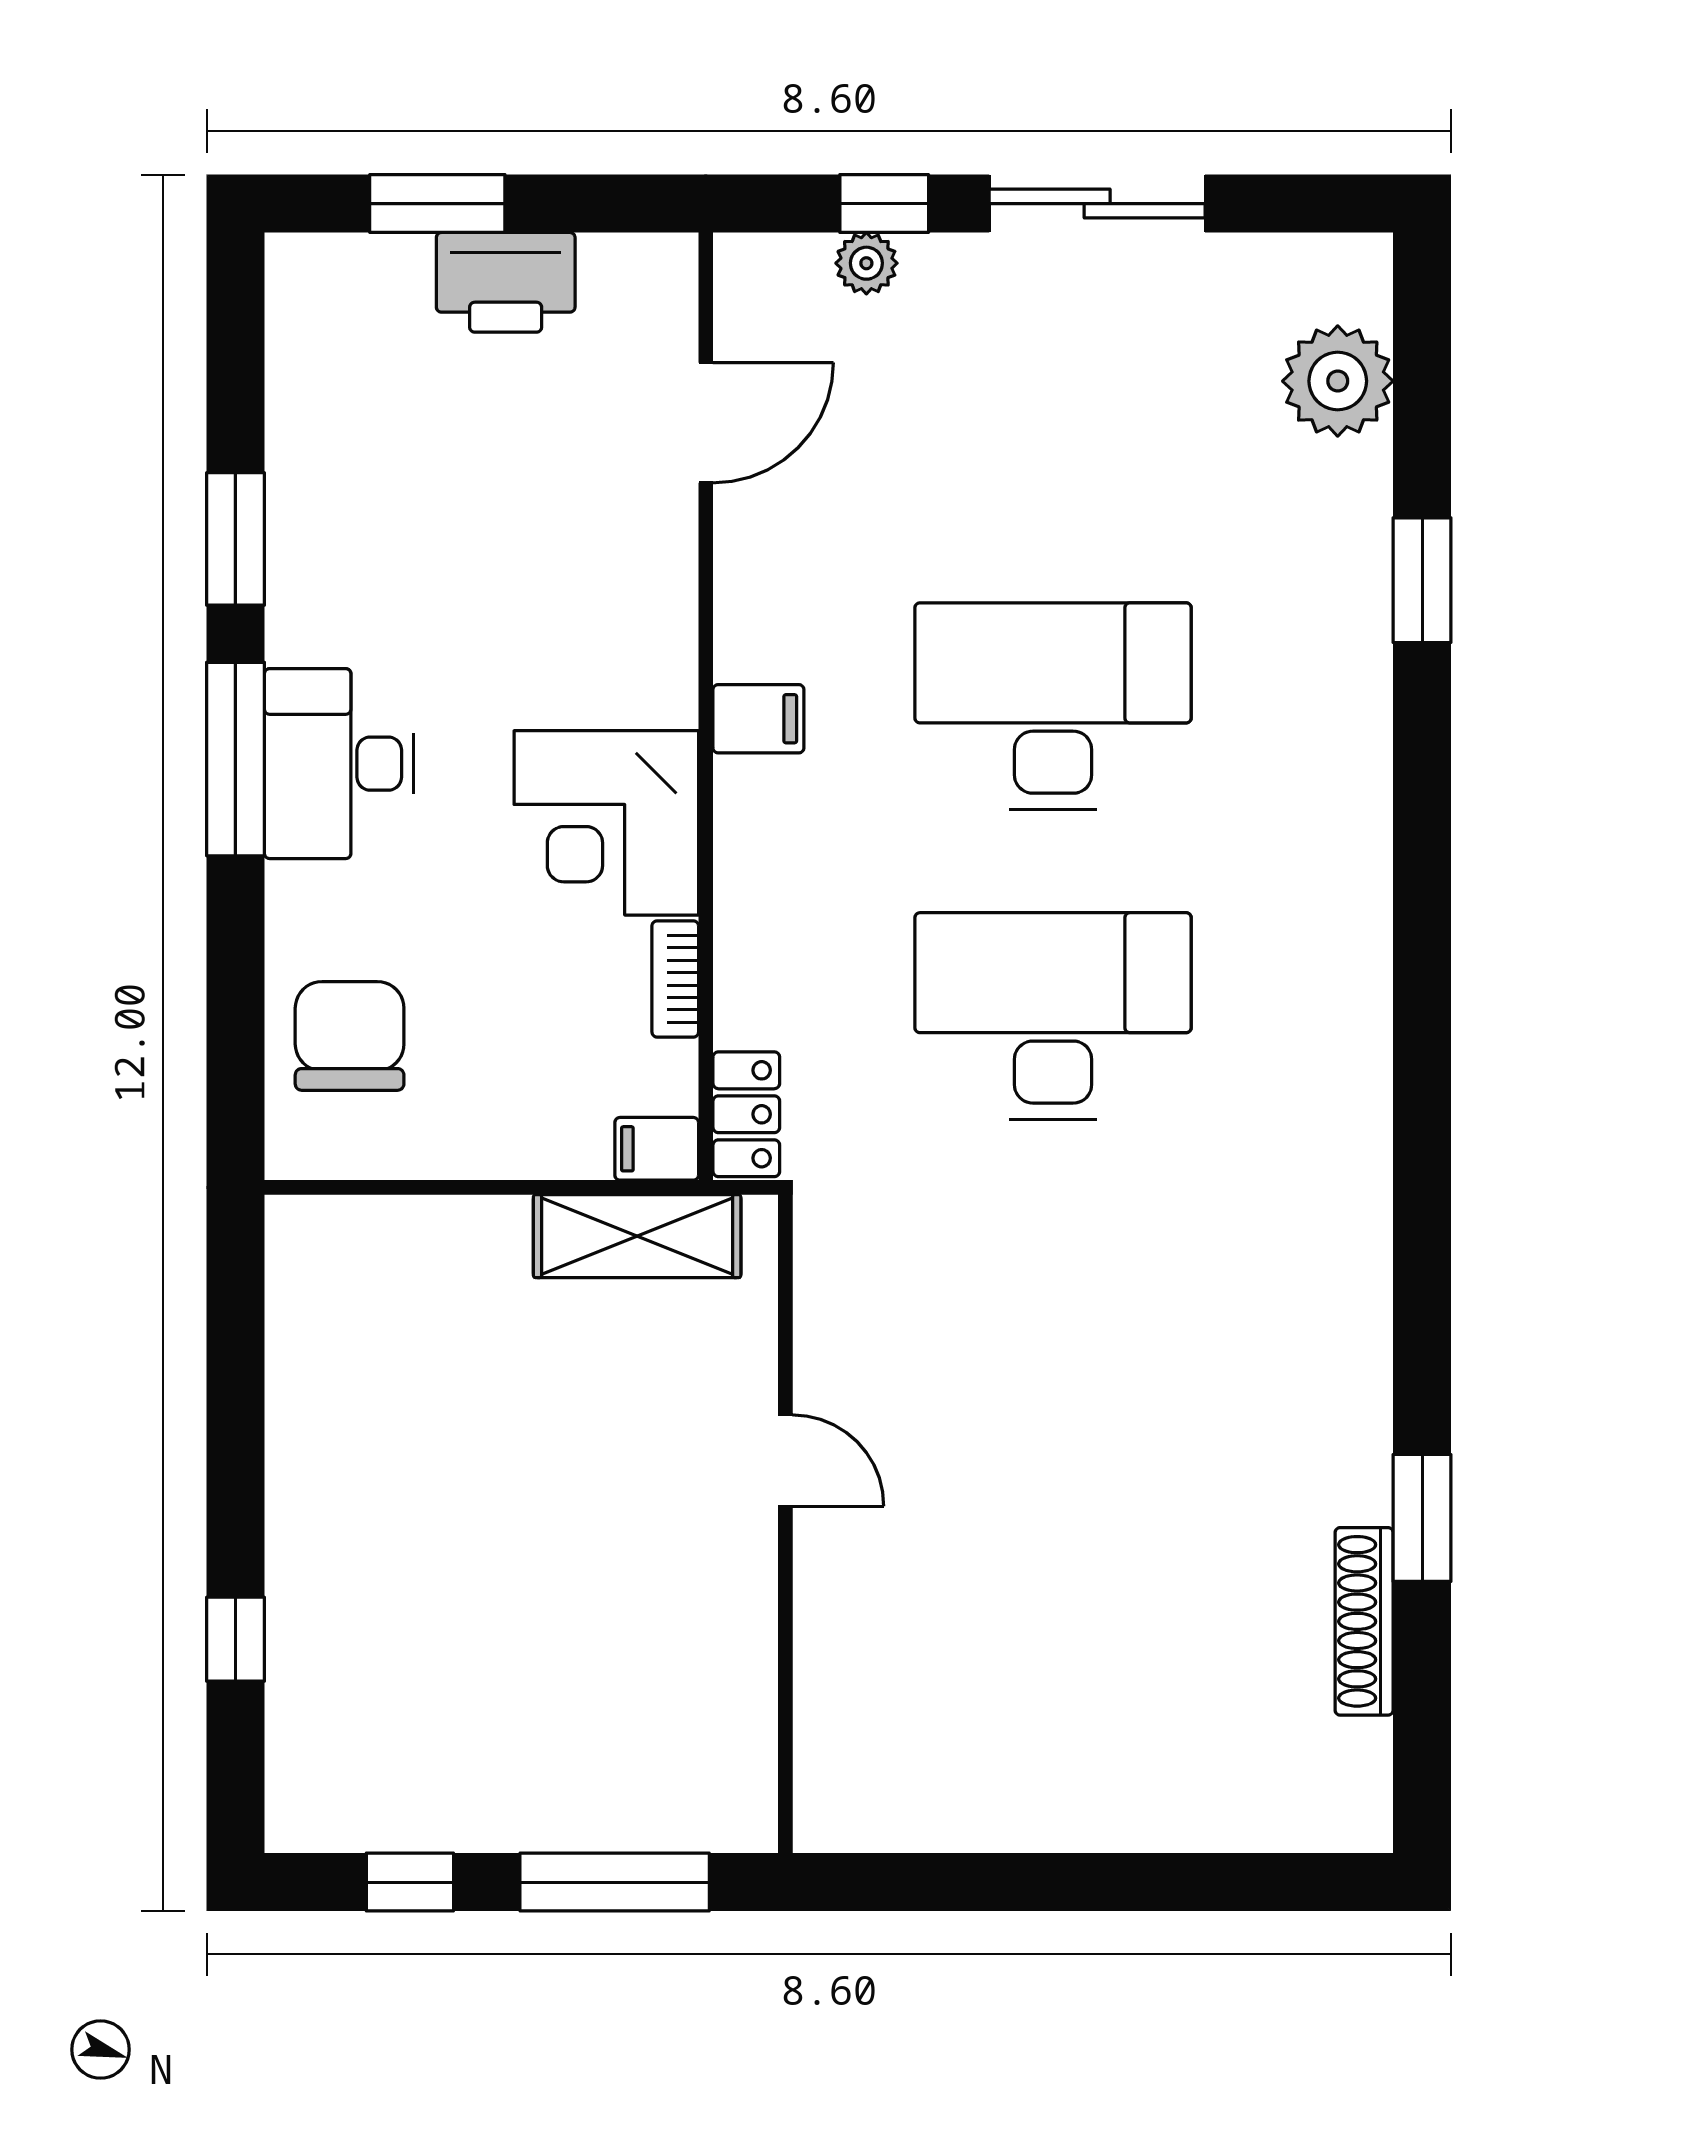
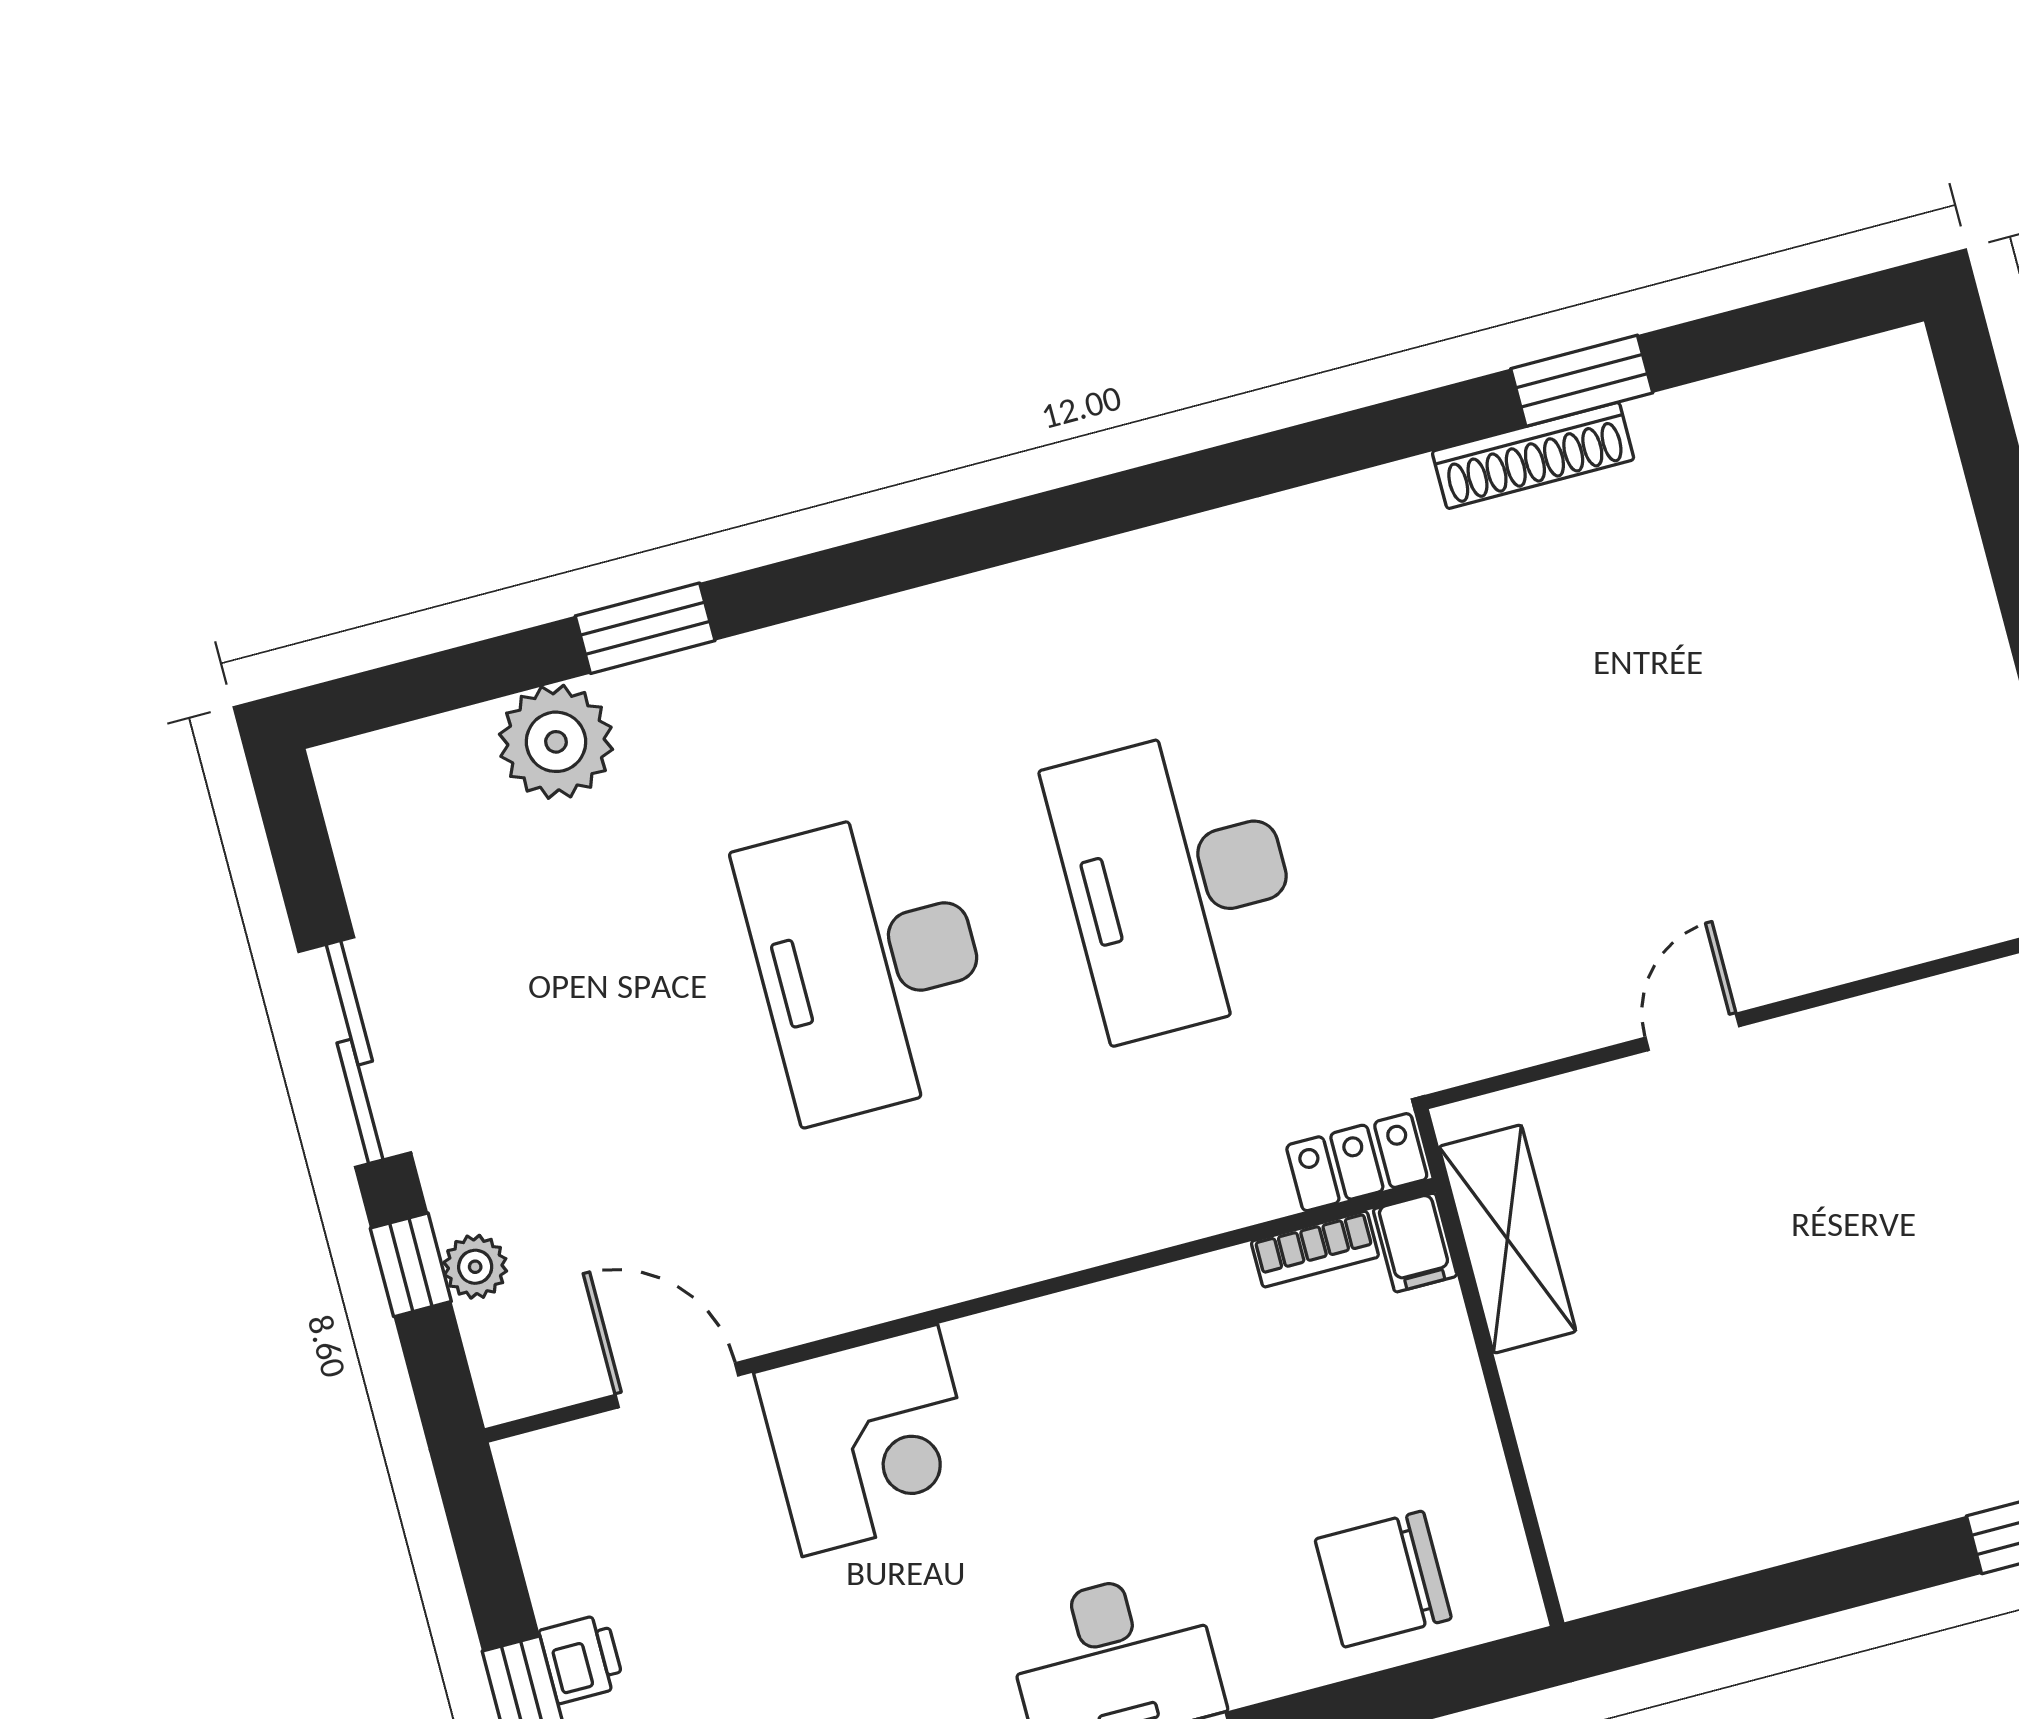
printer: (506, 282) -> (582, 1659), width x0.53, depth x0.68
plant: (1338, 381) -> (556, 742), moved
filing cabinet: (758, 719) -> (959, 1254), removed
corner desk: (606, 823) -> (870, 1440), moved
bookcase: (675, 979) -> (1315, 1249), moved
shoe rack: (1364, 1621) -> (1533, 456), moved

